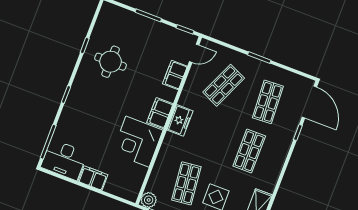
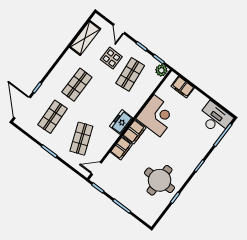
round table: (111, 62) -> (160, 180), width x1.36, depth x1.36
filing cabinet: (175, 75) -> (121, 148), moved
shop shelf: (224, 85) -> (81, 139), turned -45
filing cabinet: (93, 178) -> (183, 87), moved

